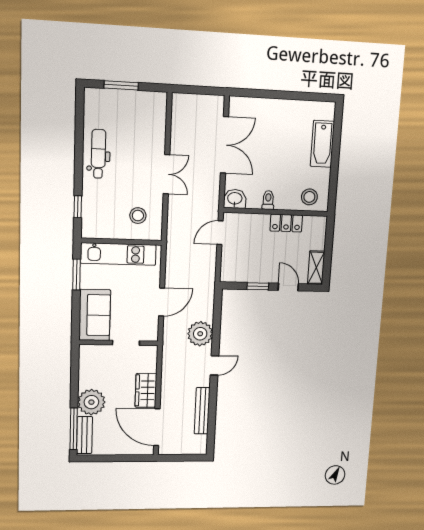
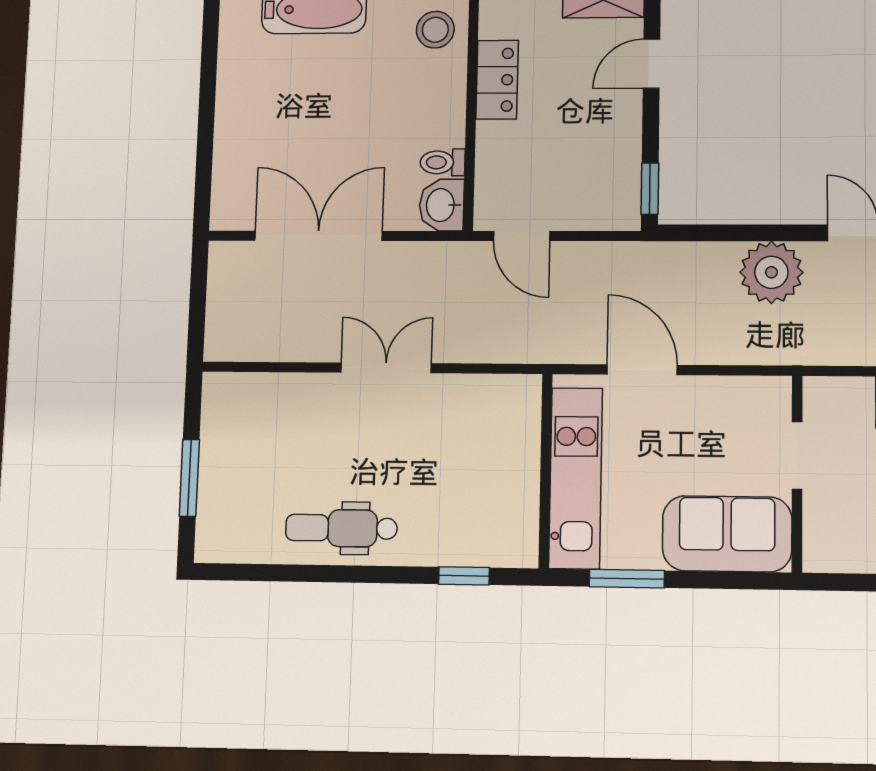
toilet: (268, 200) -> (443, 162), moved
stool: (138, 216) -> (483, 433), removed
window: (258, 286) -> (650, 189), moved
door: (162, 302) -> (642, 370), moved

